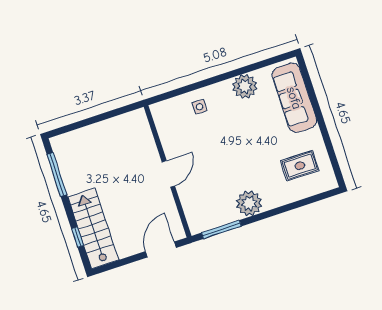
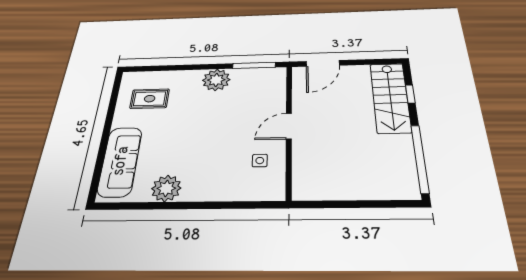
side table: (200, 107) -> (260, 161), moved
window: (57, 175) -> (420, 158), width x1.46

